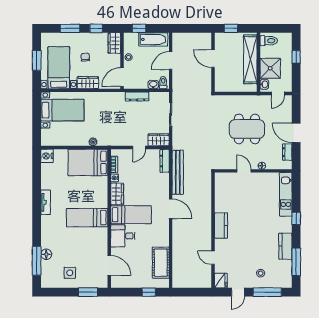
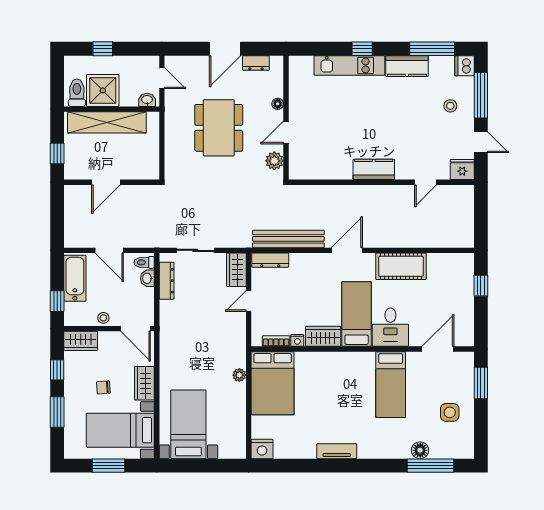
shower: (270, 68) -> (103, 90), moved
dresser: (137, 96) -> (167, 281), moved
door: (139, 148) -> (249, 301), swing flipped
plant: (226, 164) -> (274, 161), added
kitchen unit: (286, 194) -> (349, 65), moved
bed: (87, 218) -> (391, 385), moved
cot: (161, 263) -> (401, 266), moved
dishwasher: (286, 282) -> (464, 66), added

